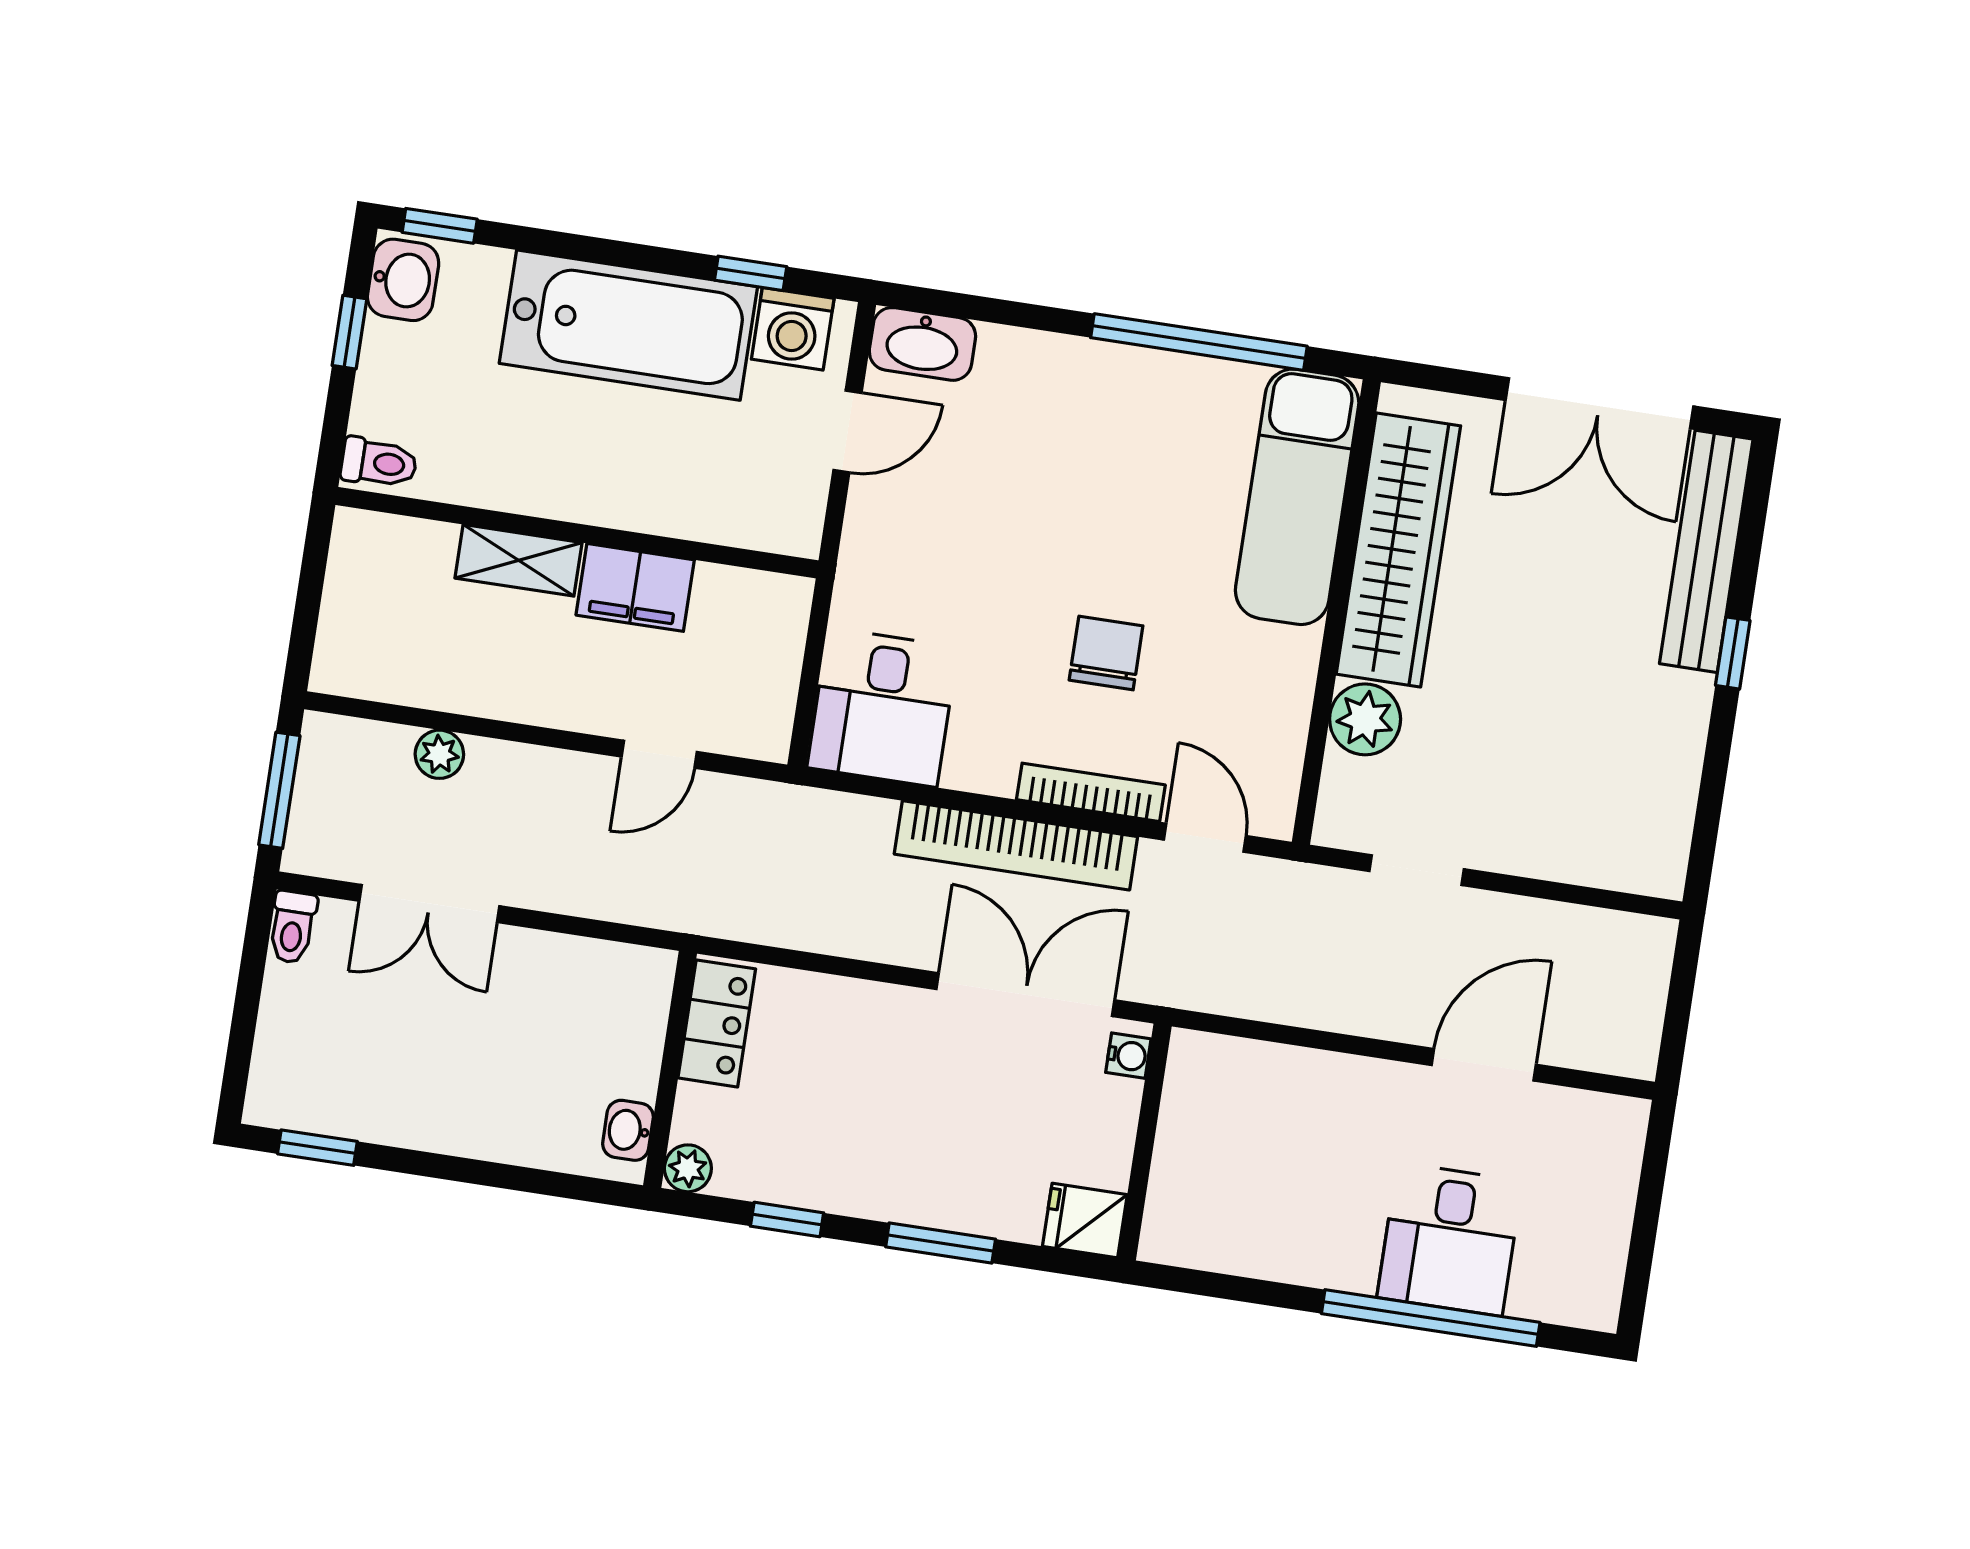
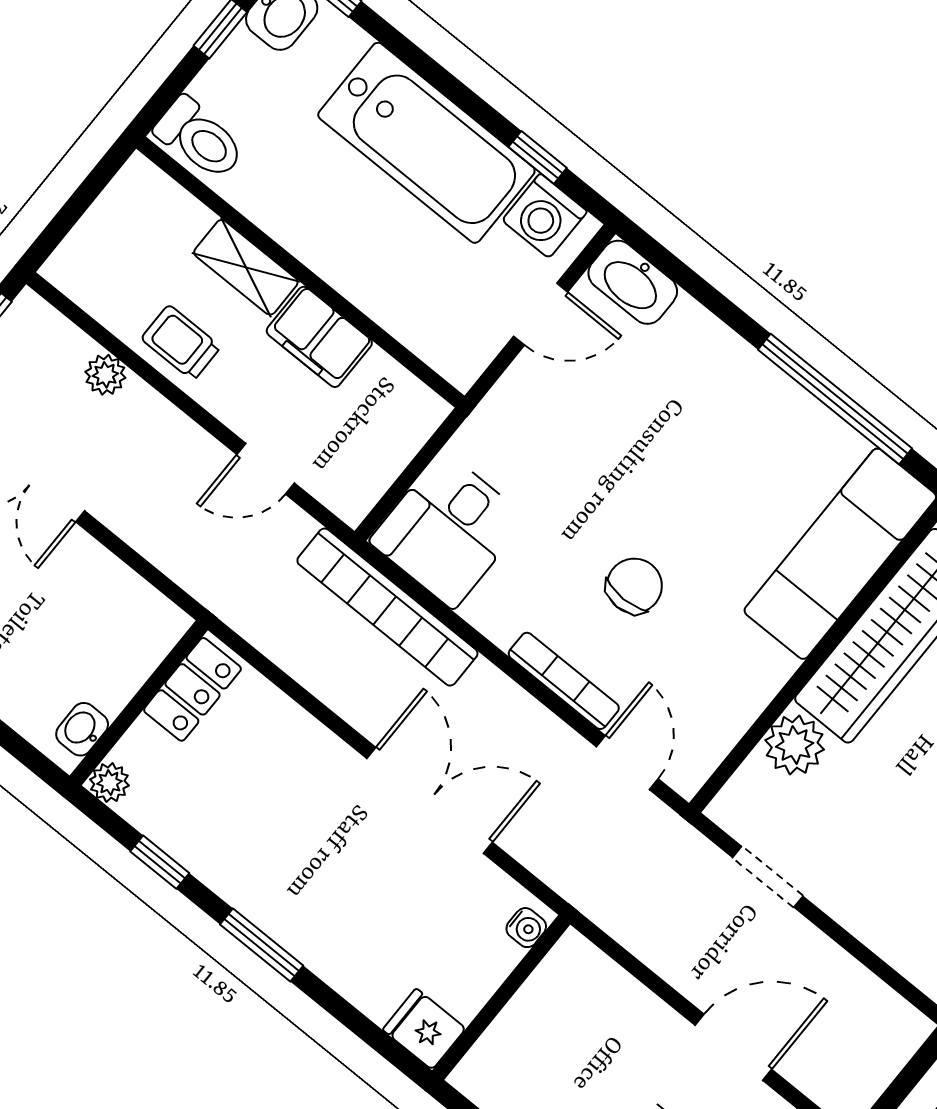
toilet: (379, 463) -> (200, 139), width x1.37, depth x1.39
trolley: (497, 676) -> (181, 343), added
bookcase: (1016, 845) -> (387, 607), moved
water cooler: (1128, 1056) -> (526, 928), moved
wall: (1145, 1142) -> (501, 997), moved
fridge: (1085, 1220) -> (424, 1029), moved

